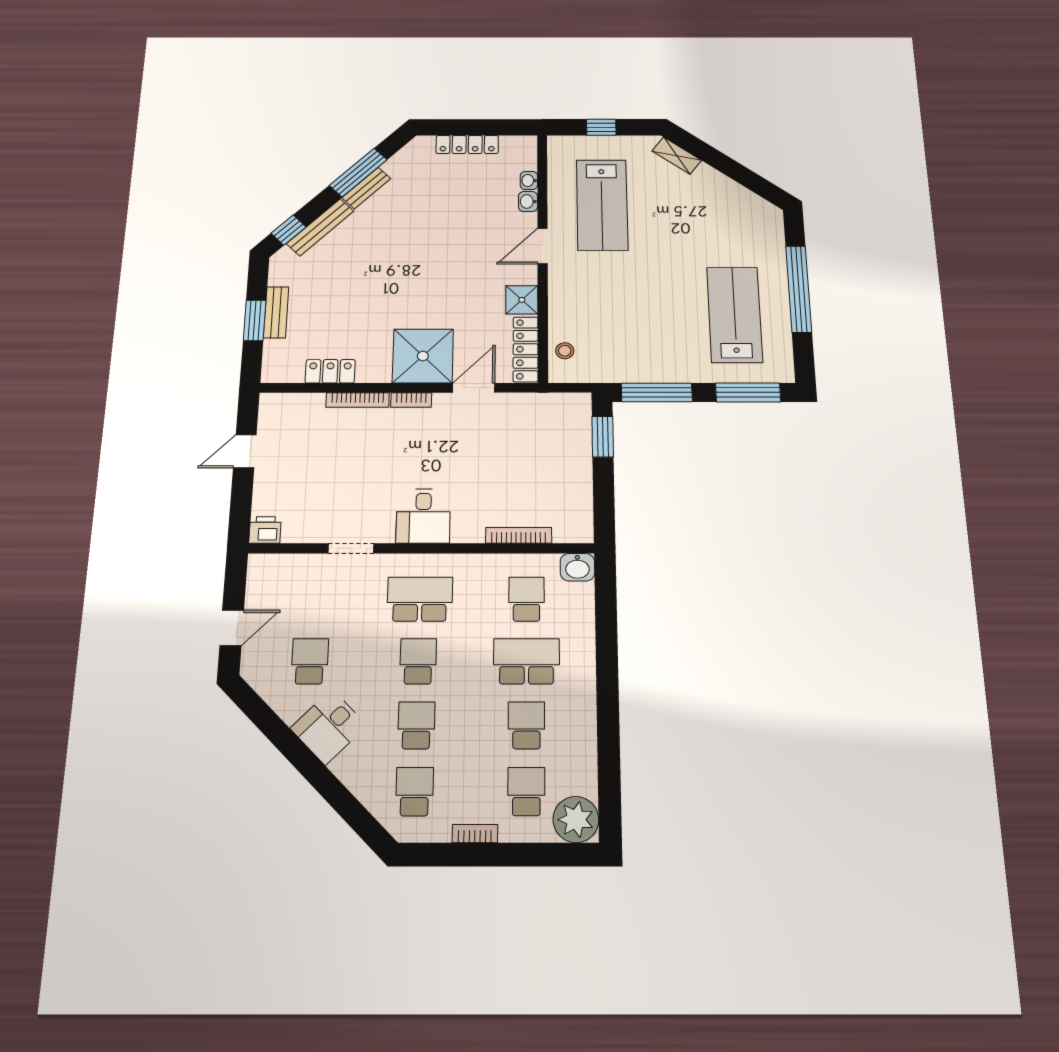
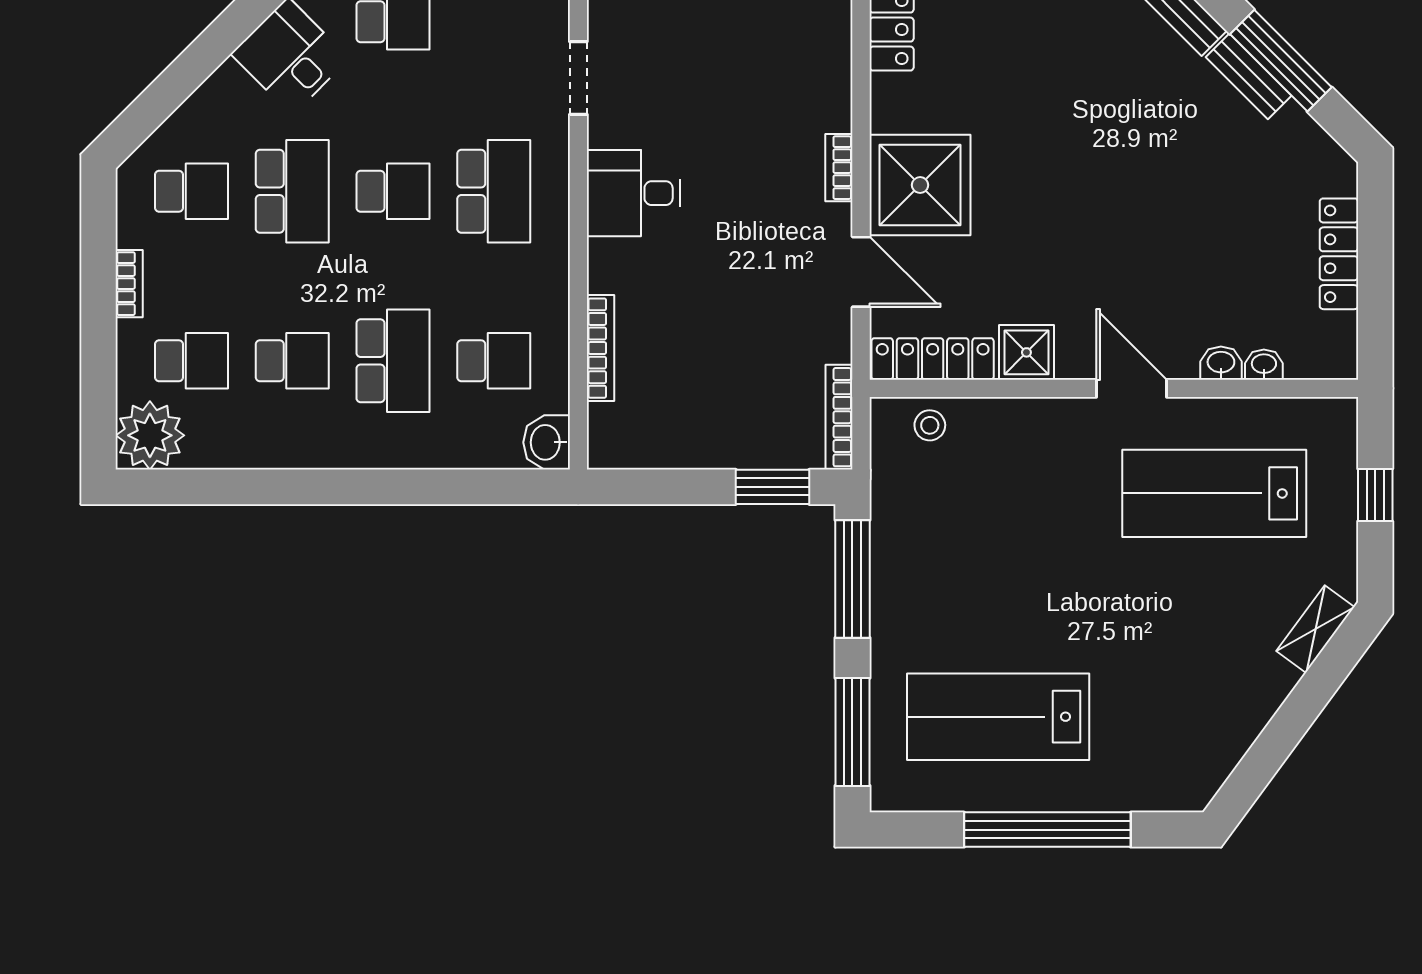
lab bench: (735, 315) -> (998, 717), turned 180
bookcase: (358, 400) -> (839, 417), moved
school desk: (416, 725) -> (292, 191), width x1.85

